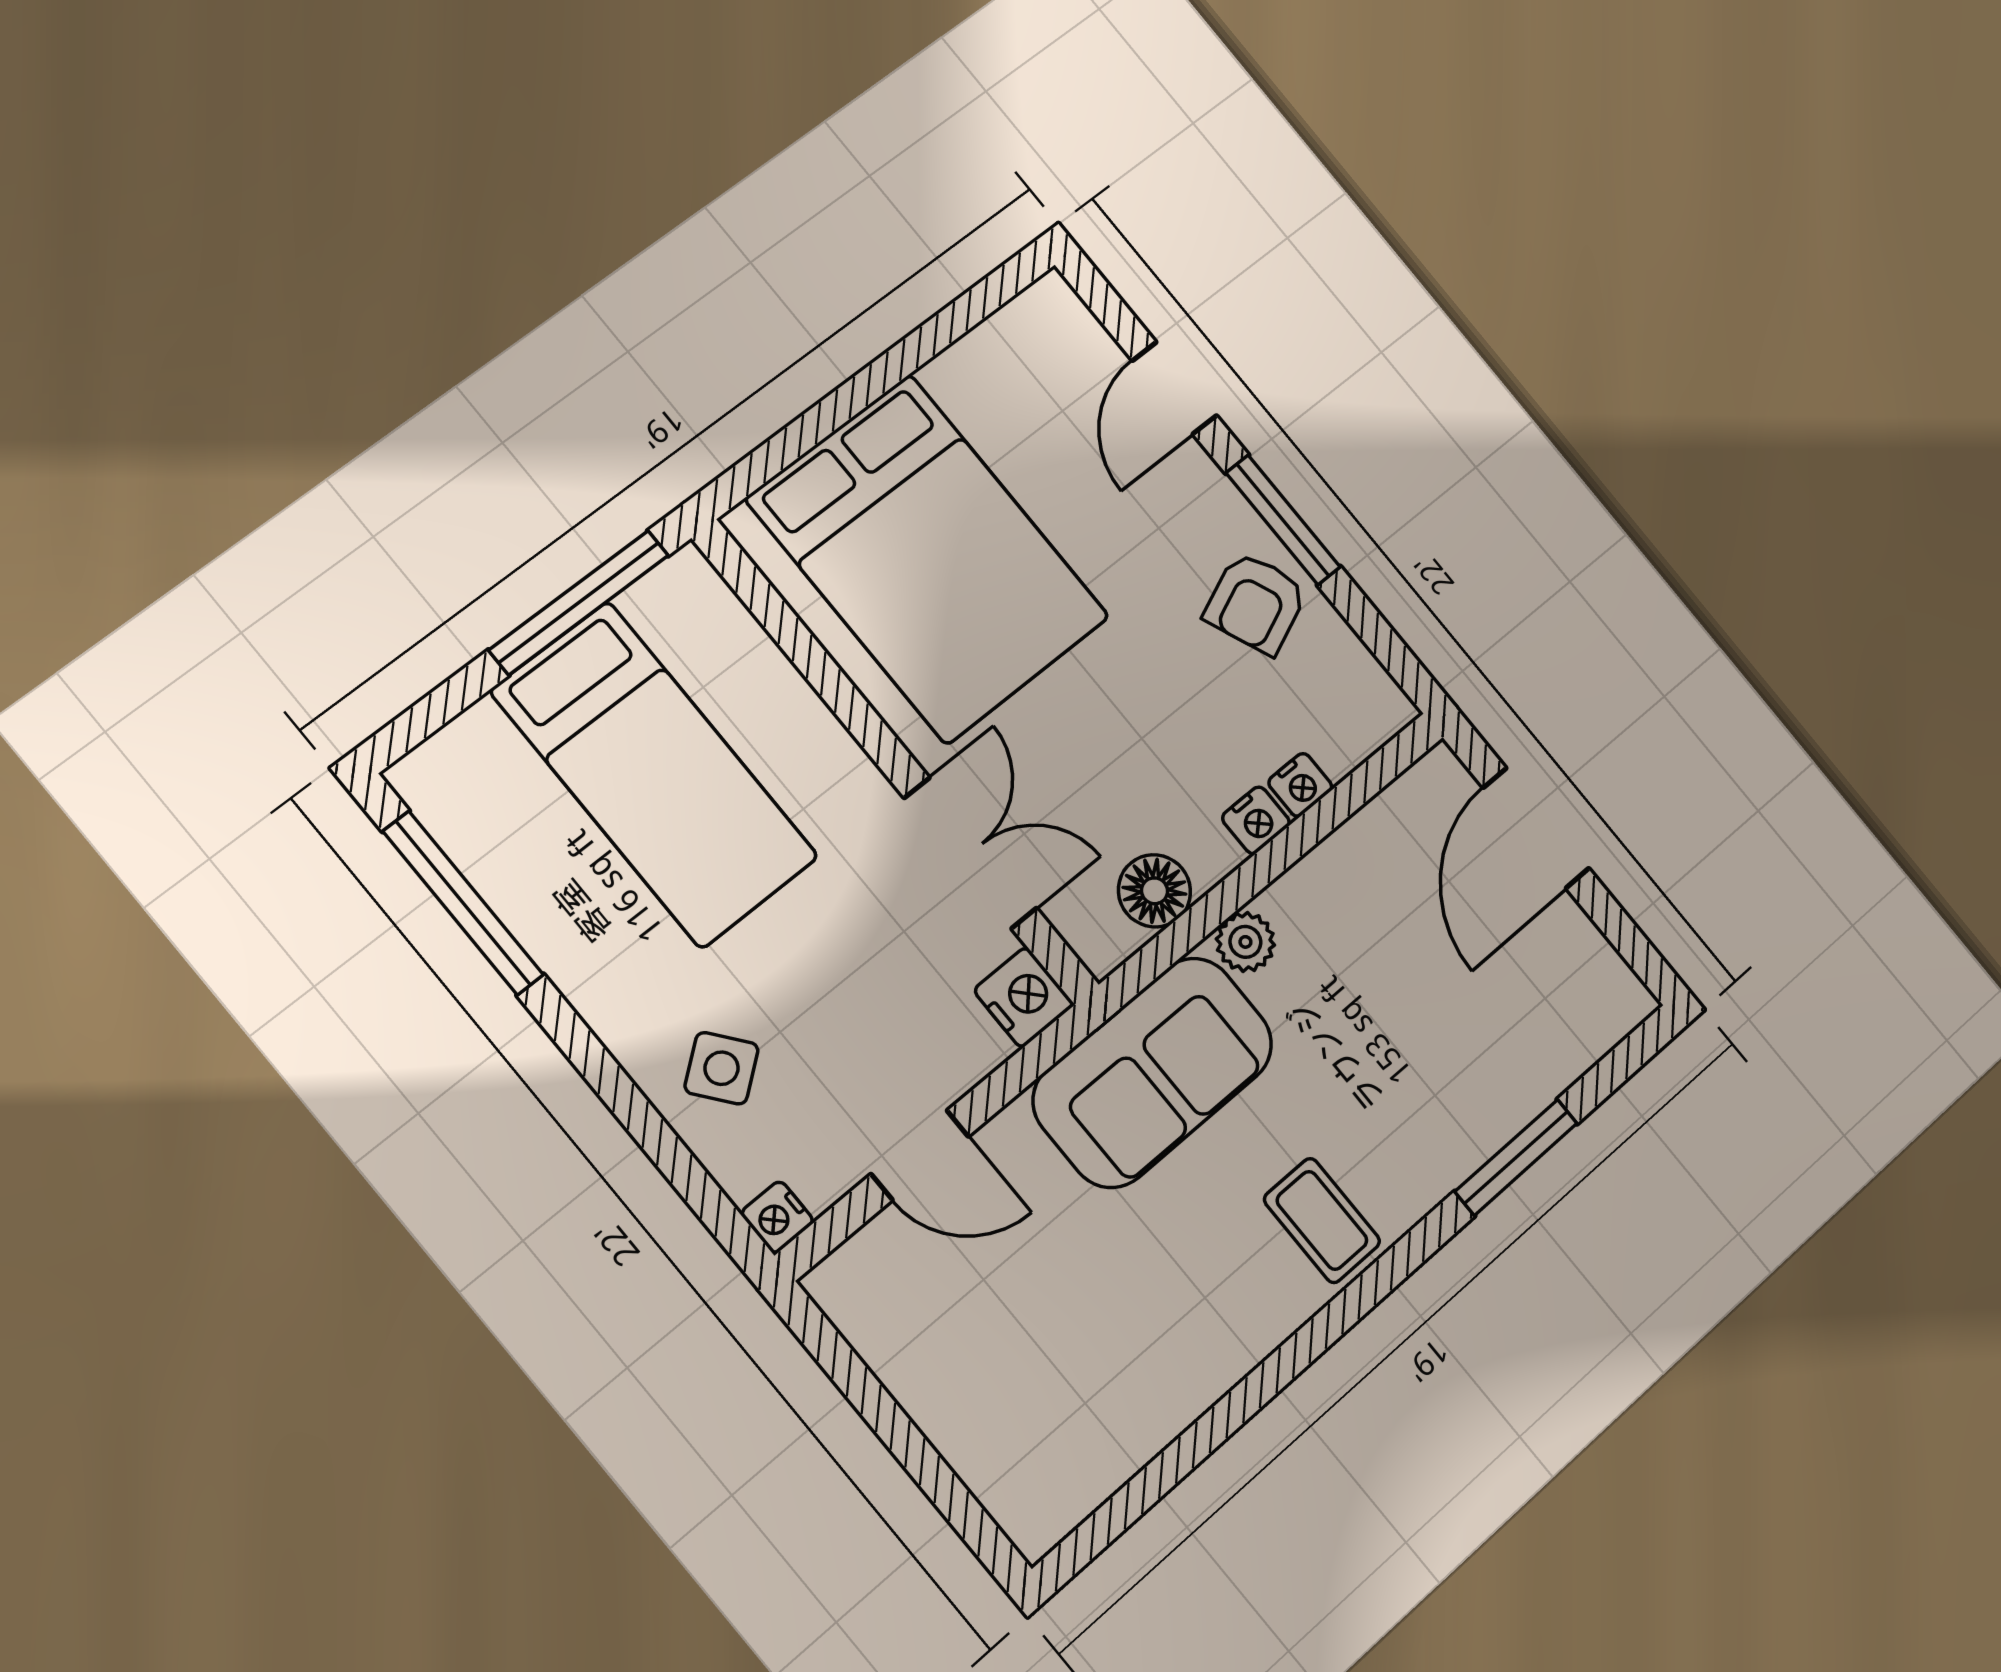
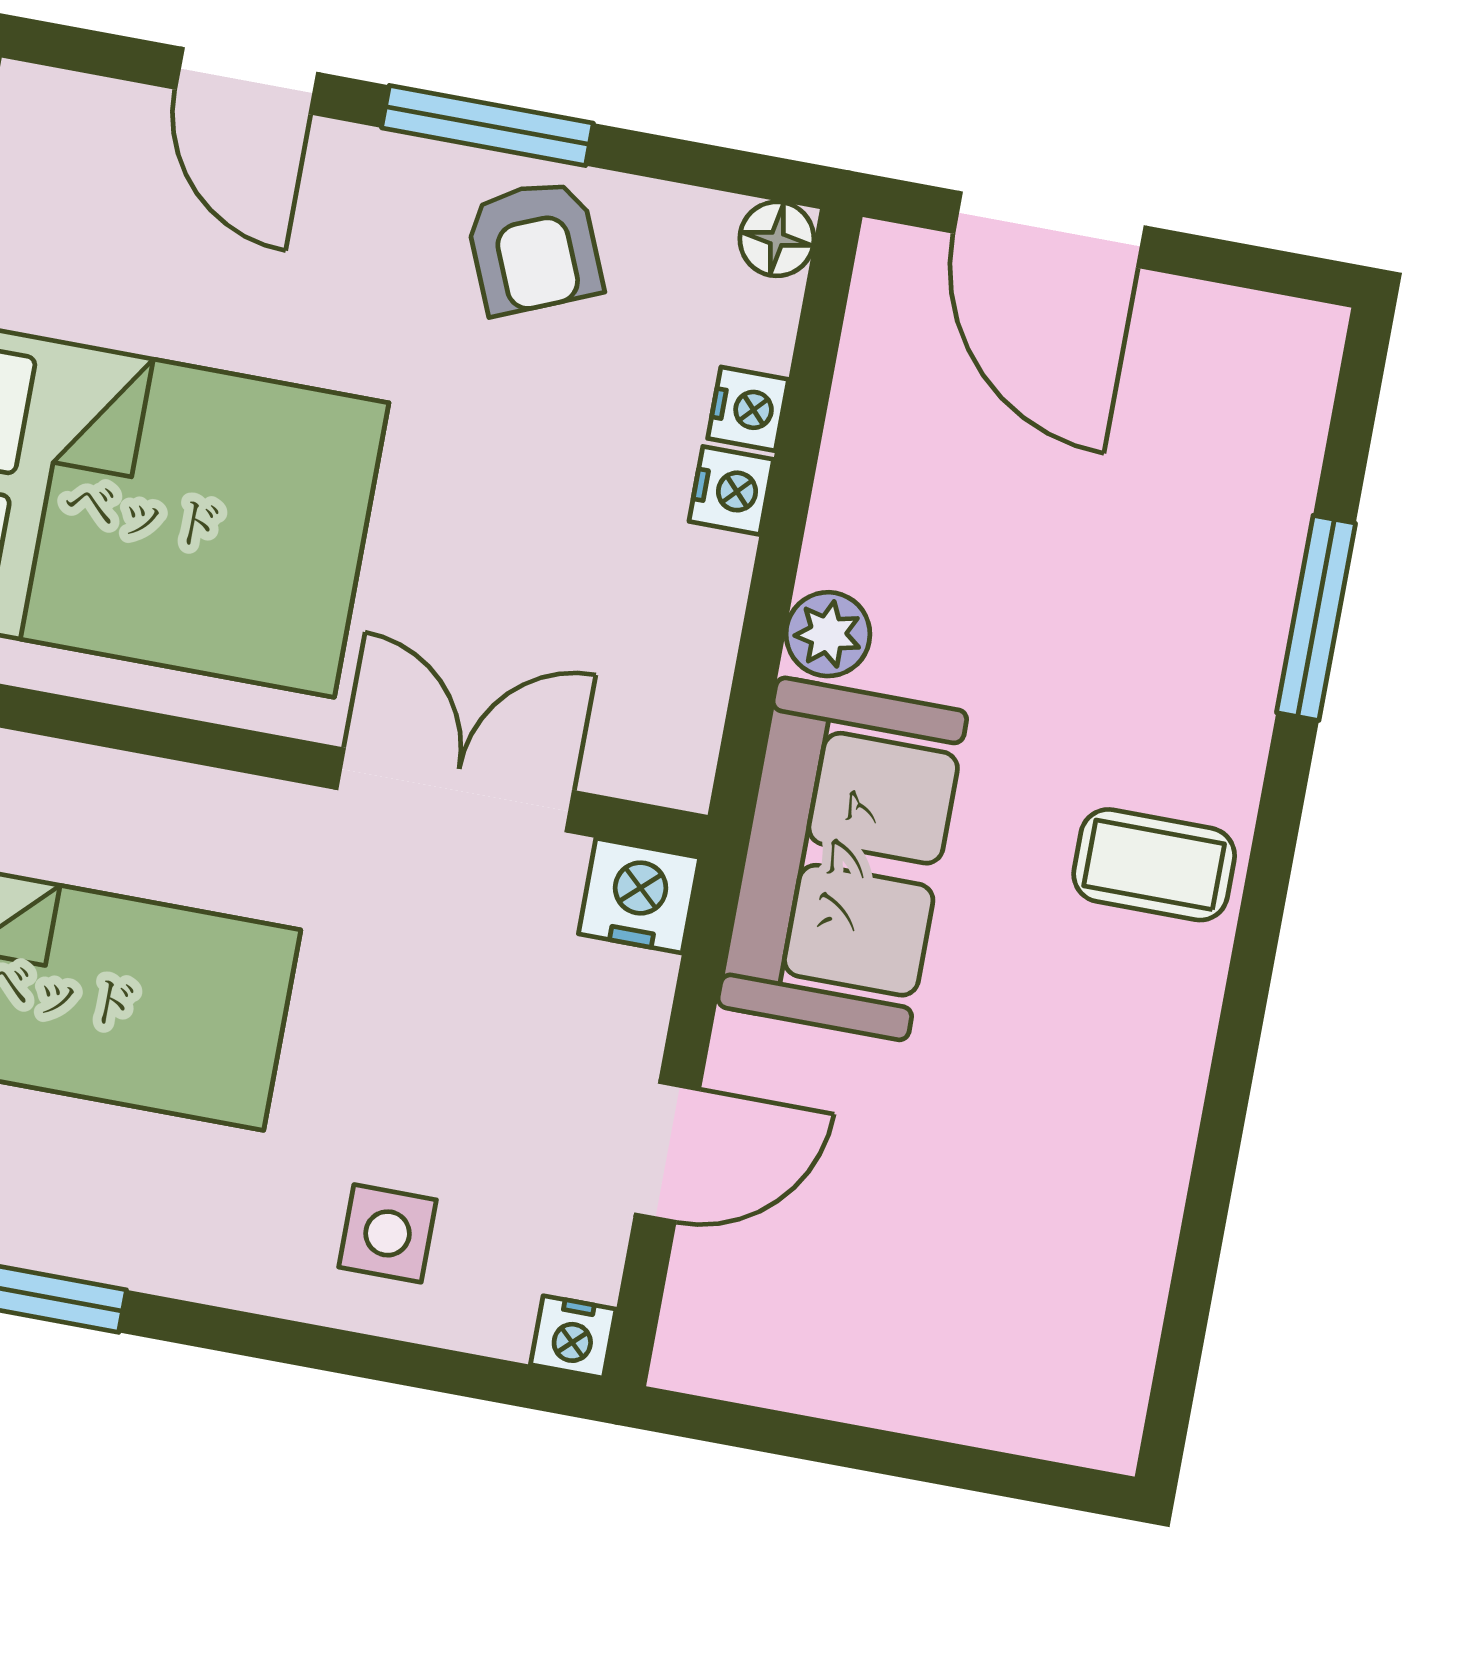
floor lamp: (1155, 891) -> (777, 239), moved, width x0.73, depth x0.73
side table: (722, 1068) -> (388, 1233), turned 38

